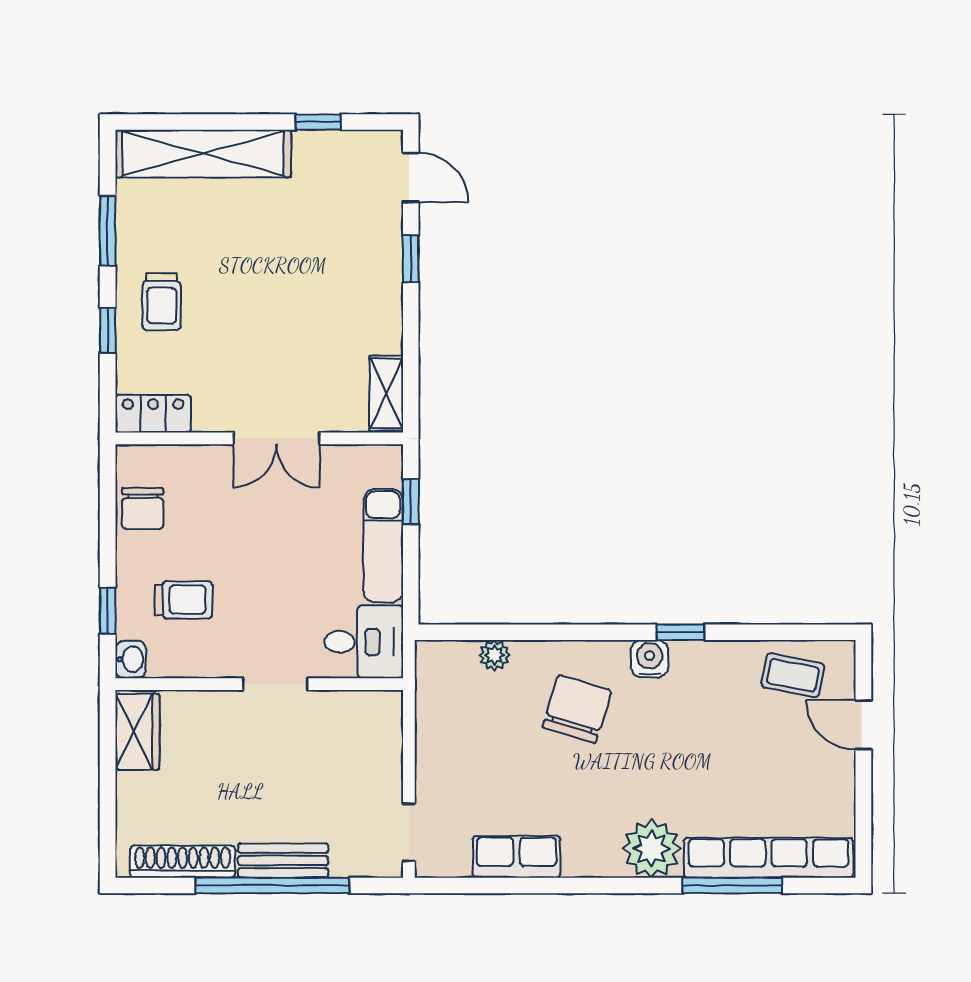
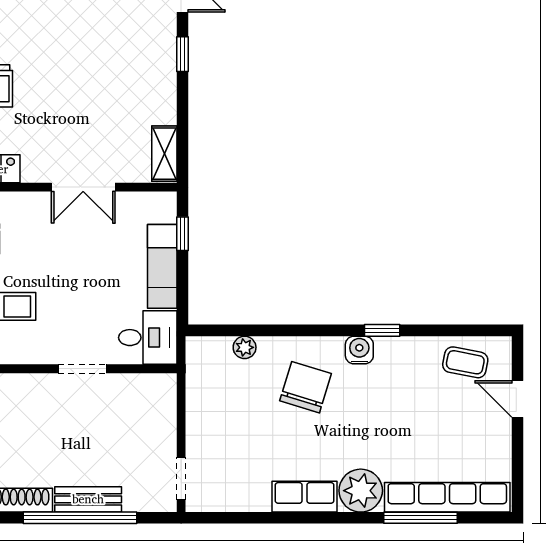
row of seats: (516, 857) -> (305, 497), moved

